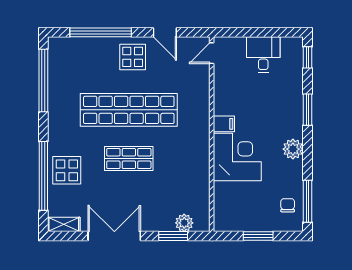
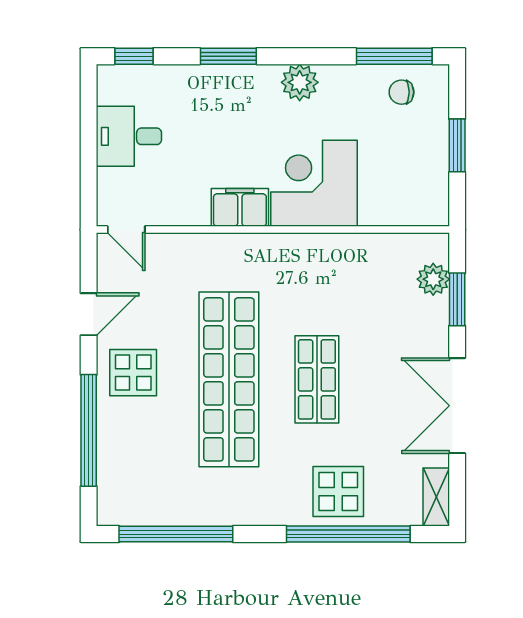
filing cabinet: (224, 124) -> (240, 207), width x2.00

